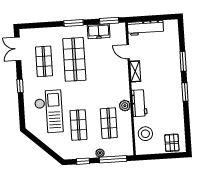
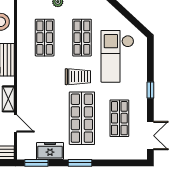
trolley: (80, 93) -> (78, 77), added
plant: (125, 106) -> (24, 58), removed

